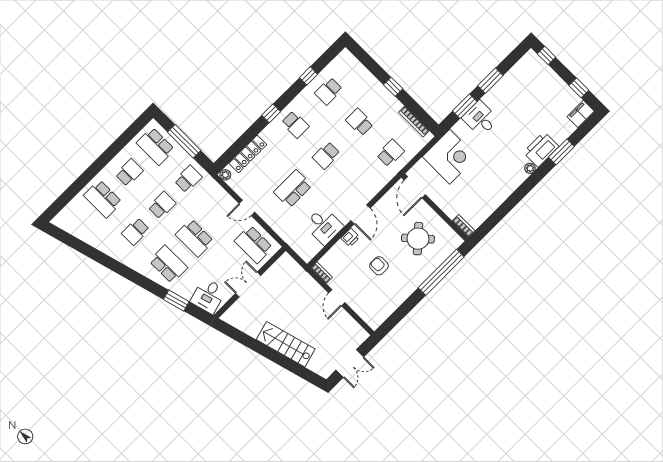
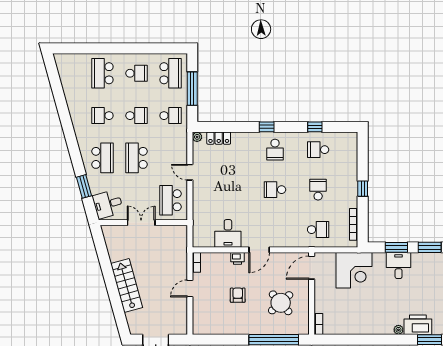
school desk: (156, 146) -> (171, 73), turned 180
locker: (248, 154) -> (219, 138), width x0.66
school desk: (293, 189) -> (232, 190), removed

